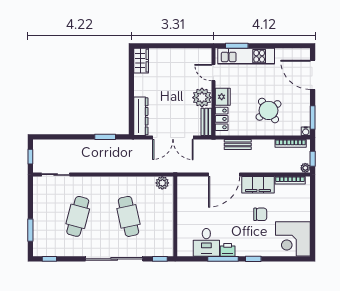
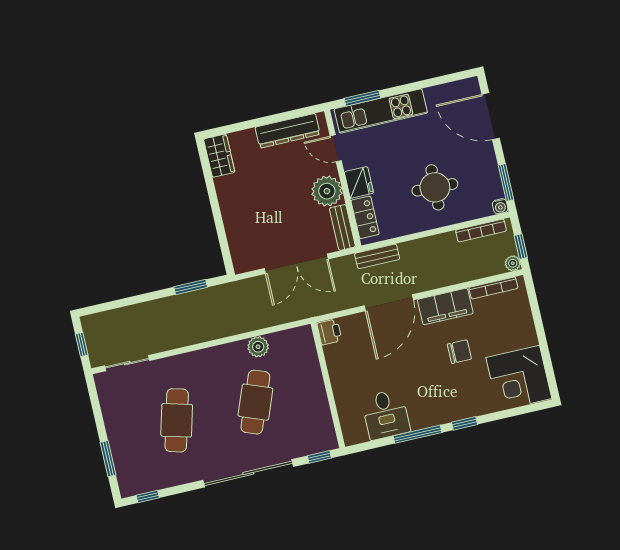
round table: (268, 110) -> (435, 187), turned 38
dresser: (141, 116) -> (288, 131), moved, turned 90
bench: (238, 144) -> (377, 256), moved
plant: (162, 183) -> (258, 347), moved
cafe table: (128, 216) -> (255, 402), turned 33
printer: (228, 250) -> (329, 332), moved, turned 90

